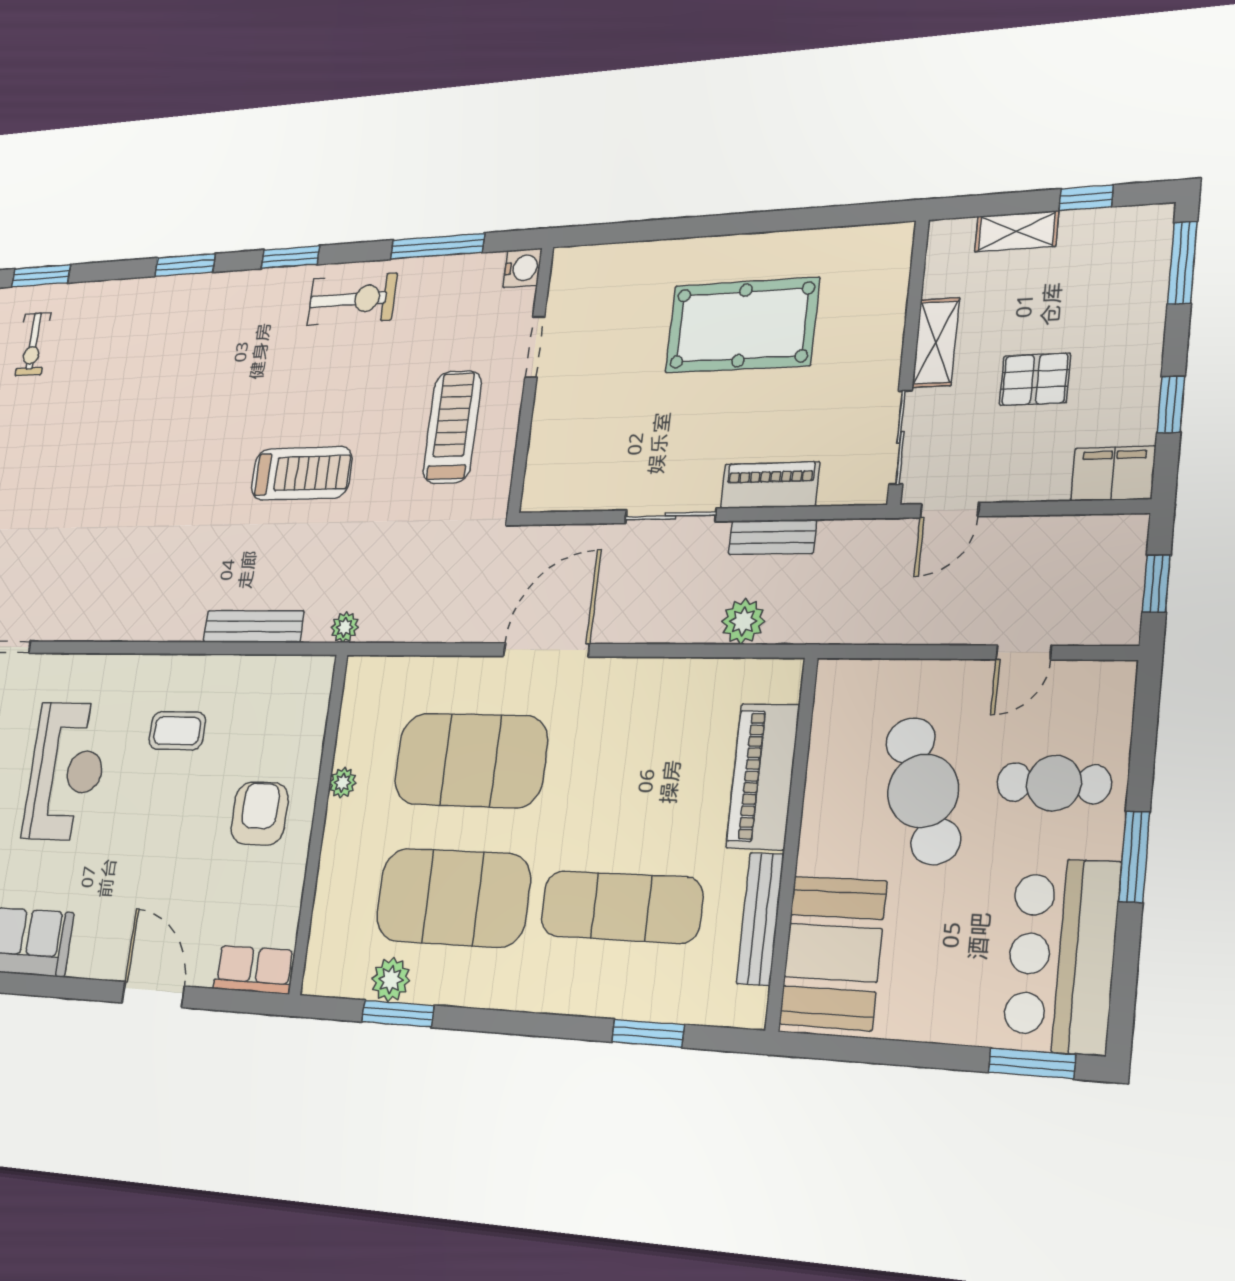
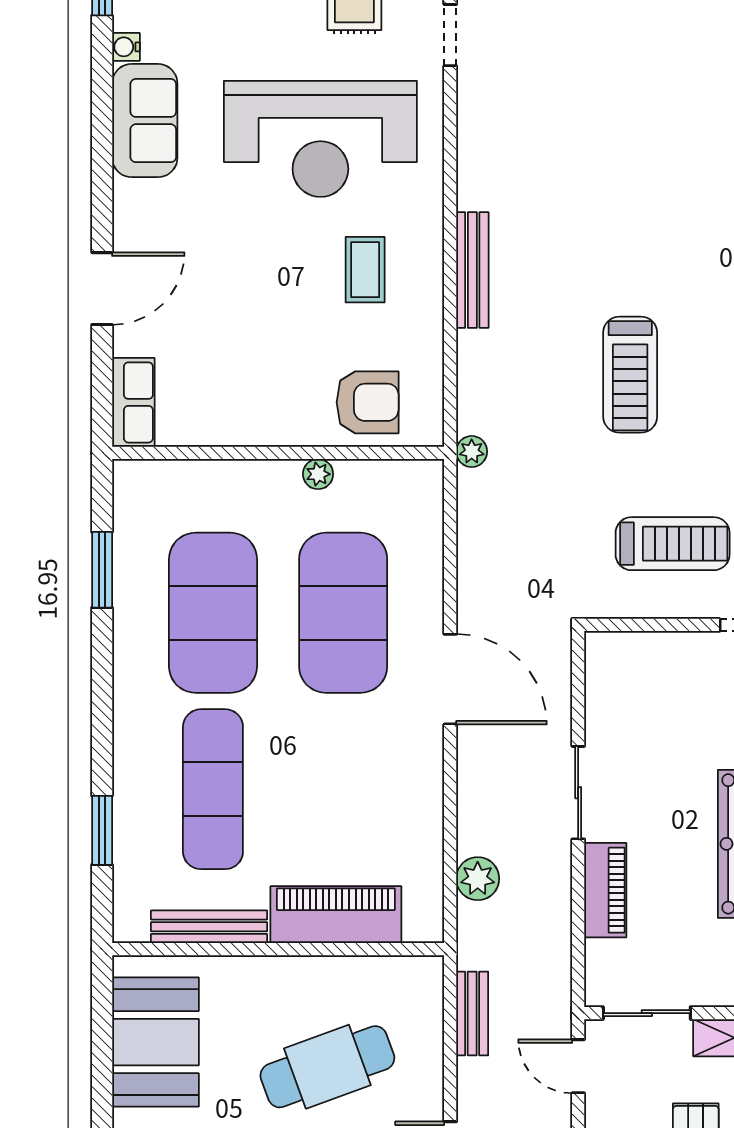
bench: (772, 537) -> (472, 1013), moved
bench: (253, 627) -> (472, 270), moved
reception desk: (66, 771) -> (320, 139), width x1.36, depth x1.30
armchair: (260, 813) -> (368, 402), moved
booth: (833, 953) -> (155, 1042), moved, turned 90
plant: (391, 980) -> (133, 557), removed

